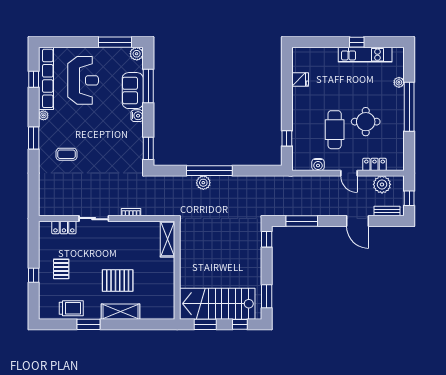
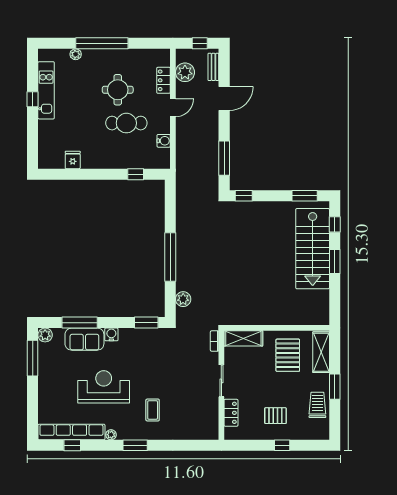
reception desk: (83, 80) -> (104, 387), moved
plant: (203, 183) -> (183, 299), moved
shelving: (167, 239) -> (243, 338), moved
wall: (177, 270) -> (277, 328), moved

